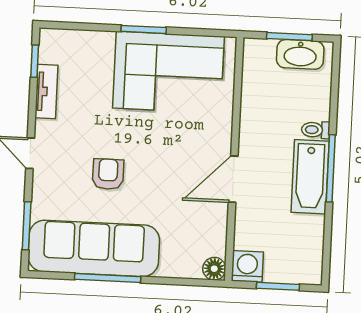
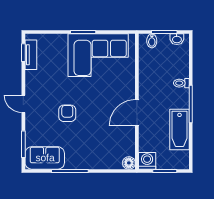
bidet: (266, 51) -> (152, 41), added
washbasin: (300, 54) -> (177, 39), width x0.52, depth x0.69
tv unit: (46, 91) -> (31, 55), moved
bathtub: (310, 177) -> (180, 130), moved
sofa: (94, 248) -> (45, 158), width x0.54, depth x0.79

